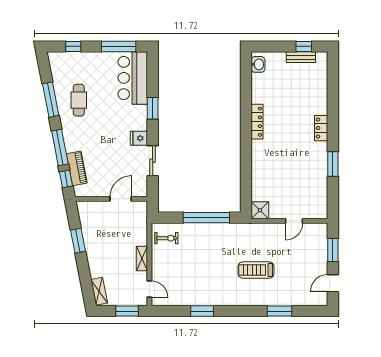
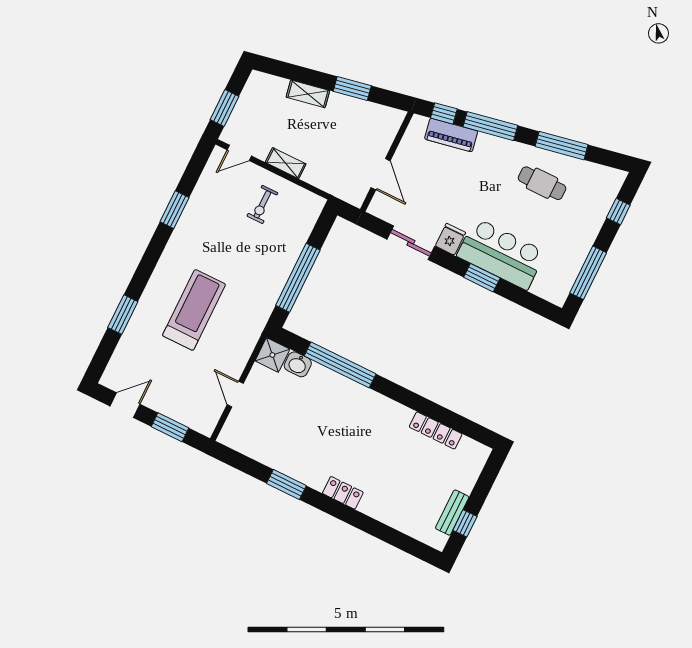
washbasin: (258, 64) -> (298, 364), moved
bar counter: (133, 78) -> (501, 254), moved
locker: (257, 122) -> (436, 430), moved
window: (246, 167) -> (340, 365), added
exercise bike: (166, 238) -> (262, 204), moved
treadmill: (256, 270) -> (194, 310), width x1.37, depth x1.38
door: (333, 283) -> (125, 405), hinge flipped
shelving: (99, 291) -> (308, 94), moved

